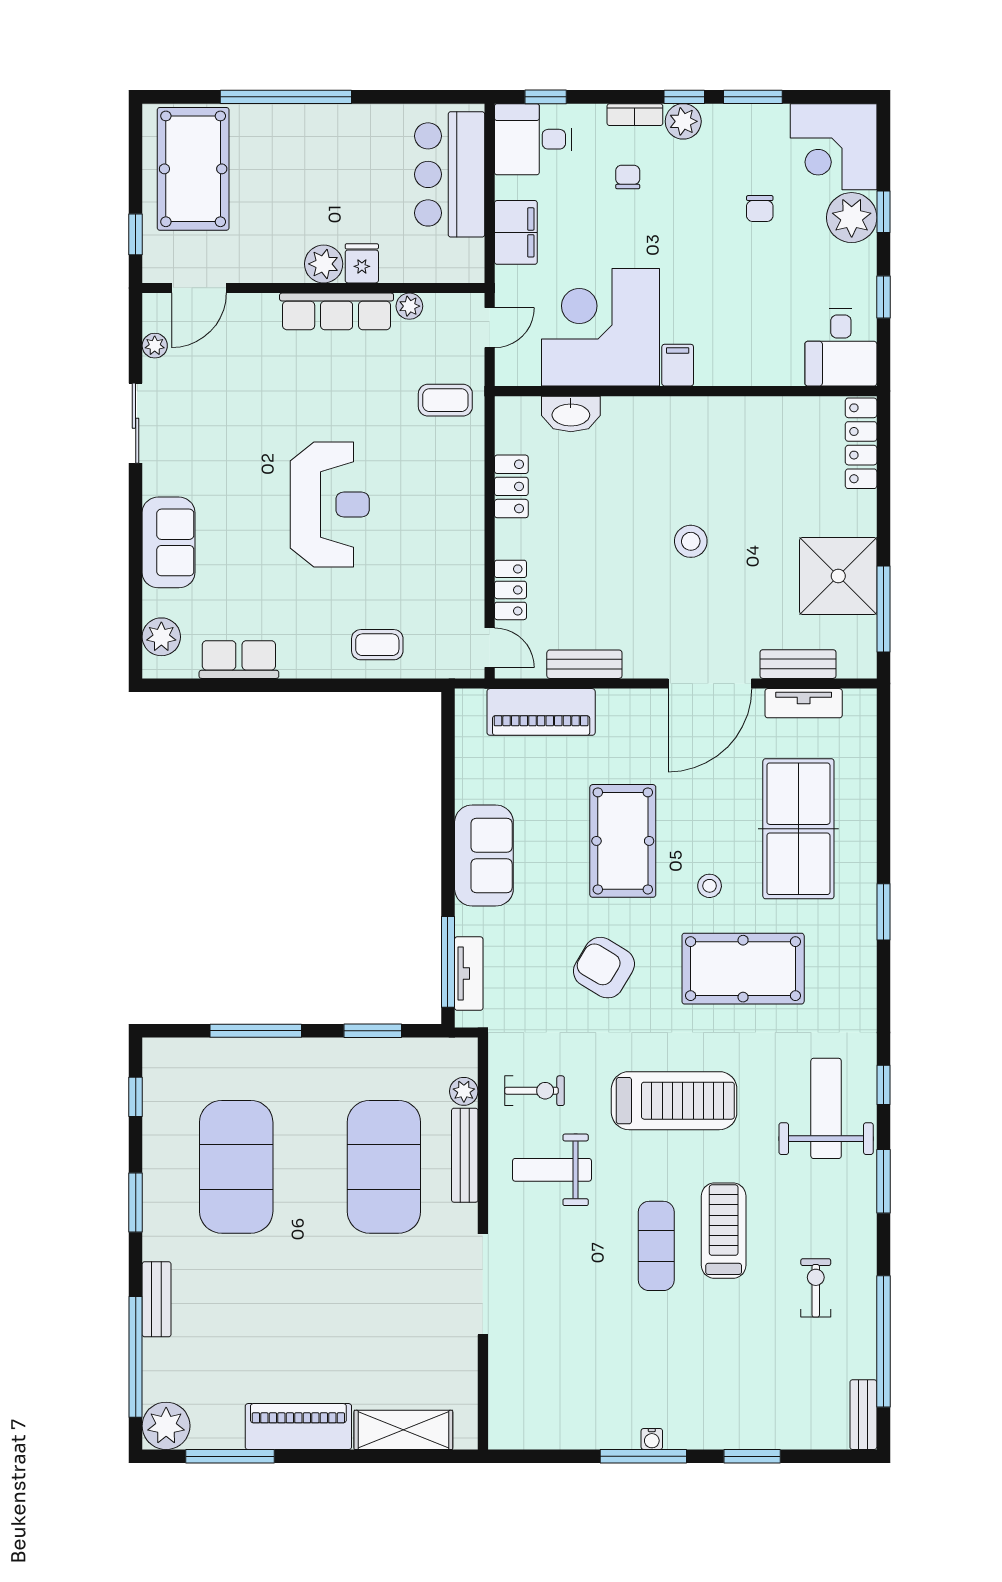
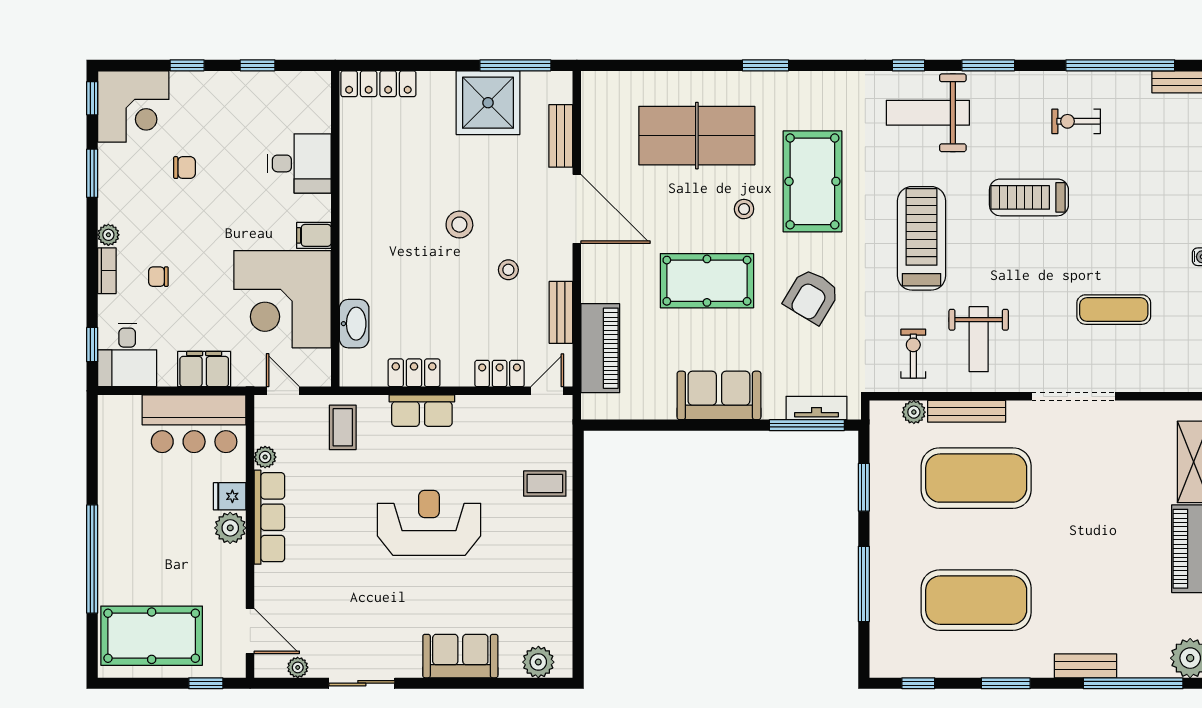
window: (684, 97) -> (92, 98), moved
plant: (683, 121) -> (108, 235), width x0.73, depth x0.73
bar counter: (450, 174) -> (194, 424), moved
plant: (852, 218) -> (192, 92), removed
desk: (841, 347) -> (299, 163), moved
stool: (636, 601) -> (508, 270), added
coffee table: (377, 645) -> (545, 484), turned 90
row of seats: (239, 660) -> (422, 411), moved, turned -90
tv unit: (804, 703) -> (593, 131), removed
exercise mat: (656, 1246) -> (1114, 310), moved

